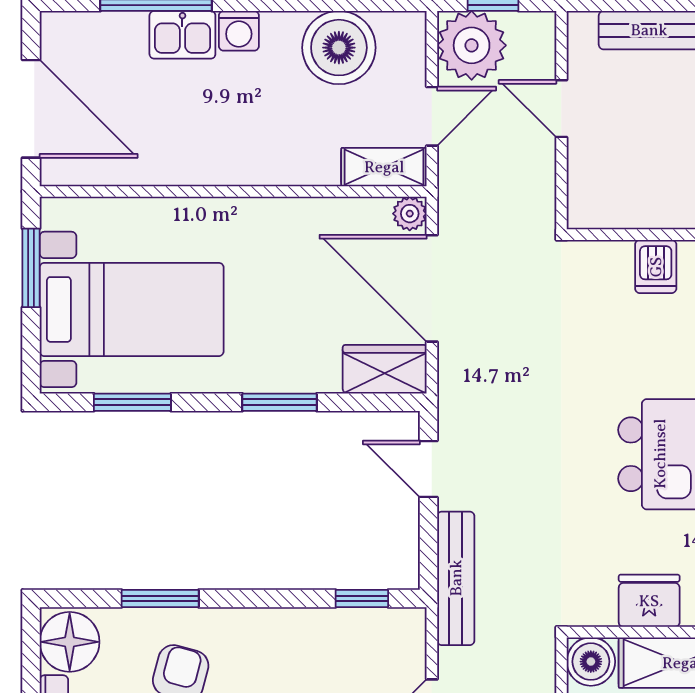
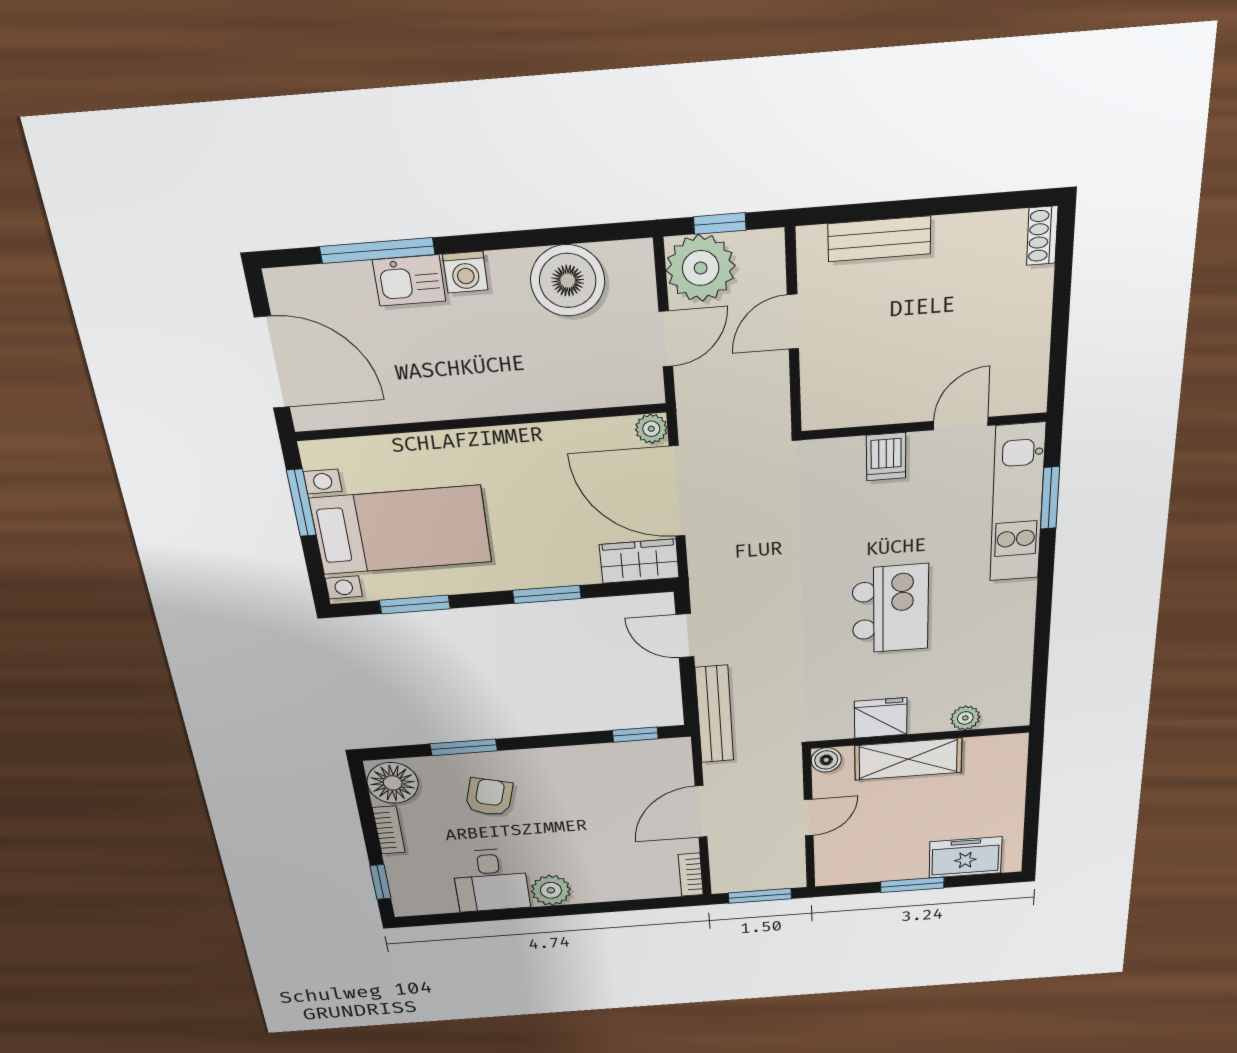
door: (561, 109) -> (793, 322), hinge flipped
shelving: (384, 167) -> (623, 389), removed
boiler: (591, 662) -> (826, 760), width x0.73, depth x0.73

